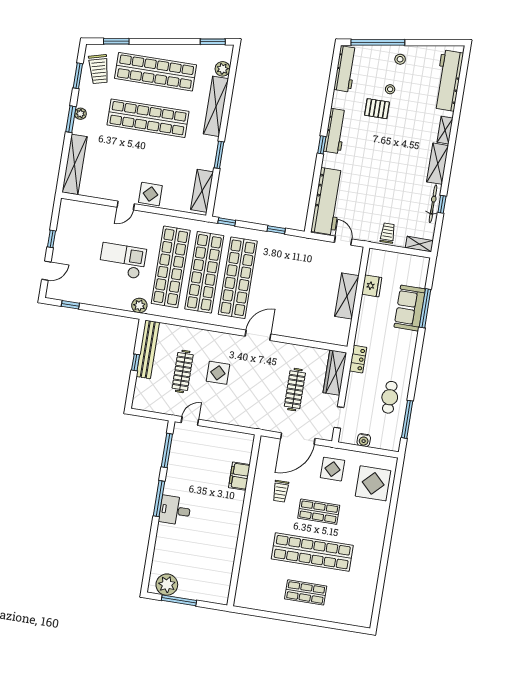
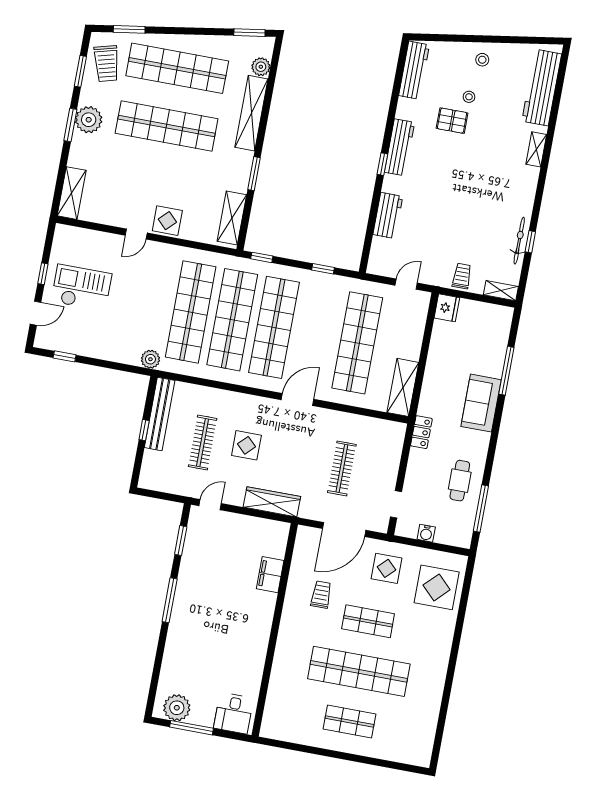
window: (378, 42) -> (455, 38), removed
plant: (80, 114) -> (89, 120), width x1.87, depth x1.87
shelving: (75, 164) -> (72, 193), width x0.68
shelving: (438, 164) -> (526, 191), removed
workbench: (328, 201) -> (388, 215), width x0.53, depth x0.76
door: (343, 241) -> (406, 284), hinge flipped
checkout: (122, 261) -> (81, 288), moved
fridge: (372, 286) -> (447, 308), moved
shop shelf: (305, 289) -> (357, 343), added
shelving: (347, 296) -> (403, 387), moved
sofa: (410, 308) -> (481, 403), moved
wardrobe: (335, 373) -> (272, 502), moved, turned 90
window: (167, 450) -> (181, 541), width x0.69
trolley: (281, 491) -> (321, 595), turned 180
desk: (175, 510) -> (234, 713), moved, turned -90

